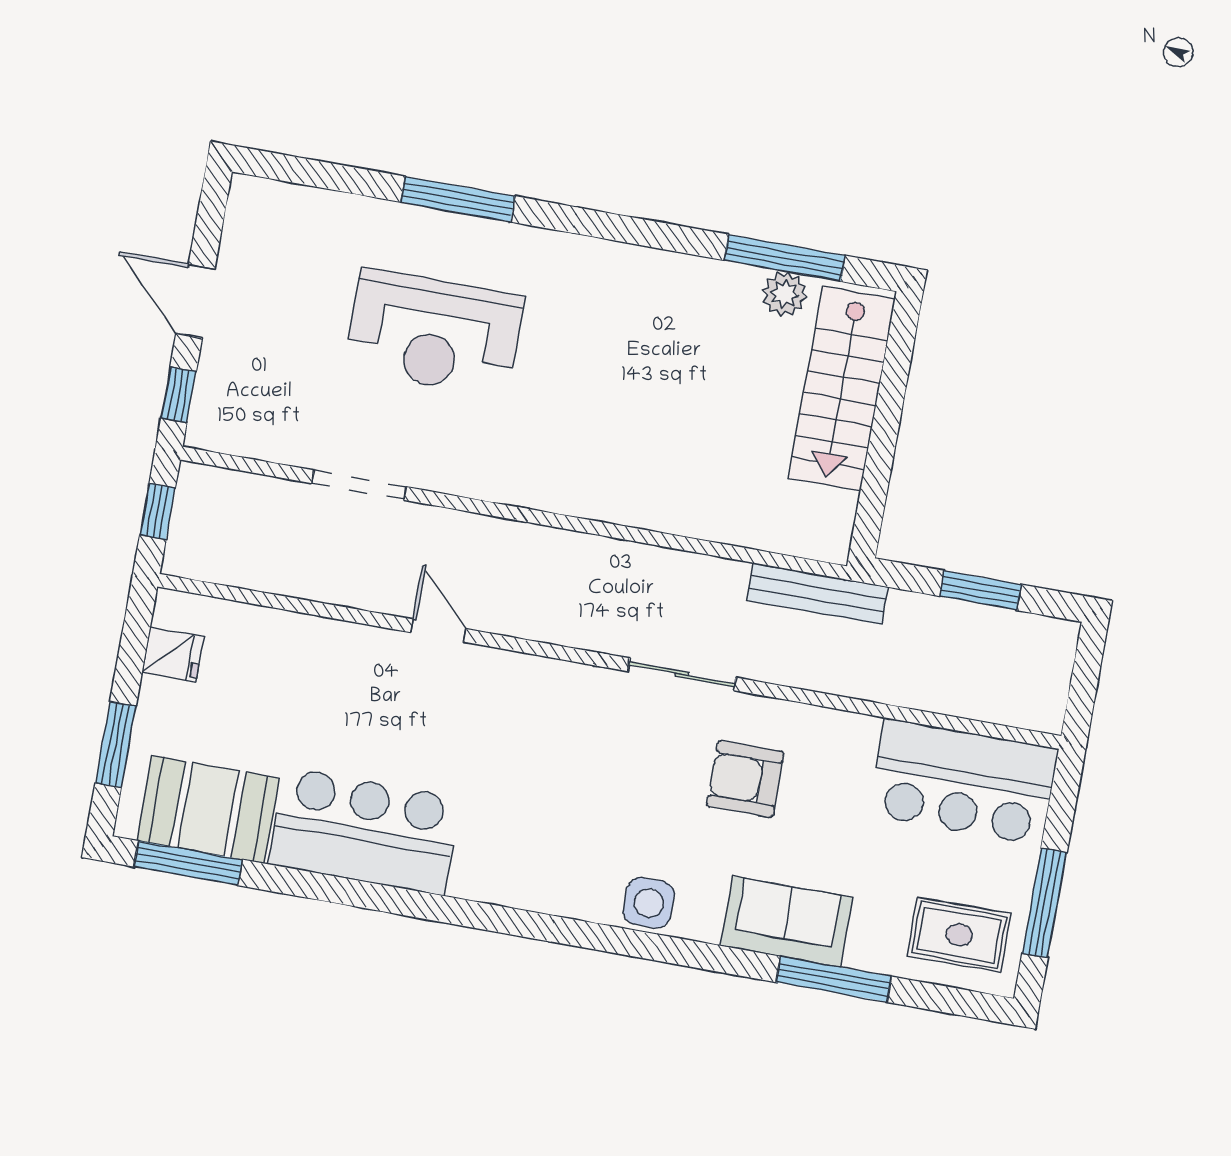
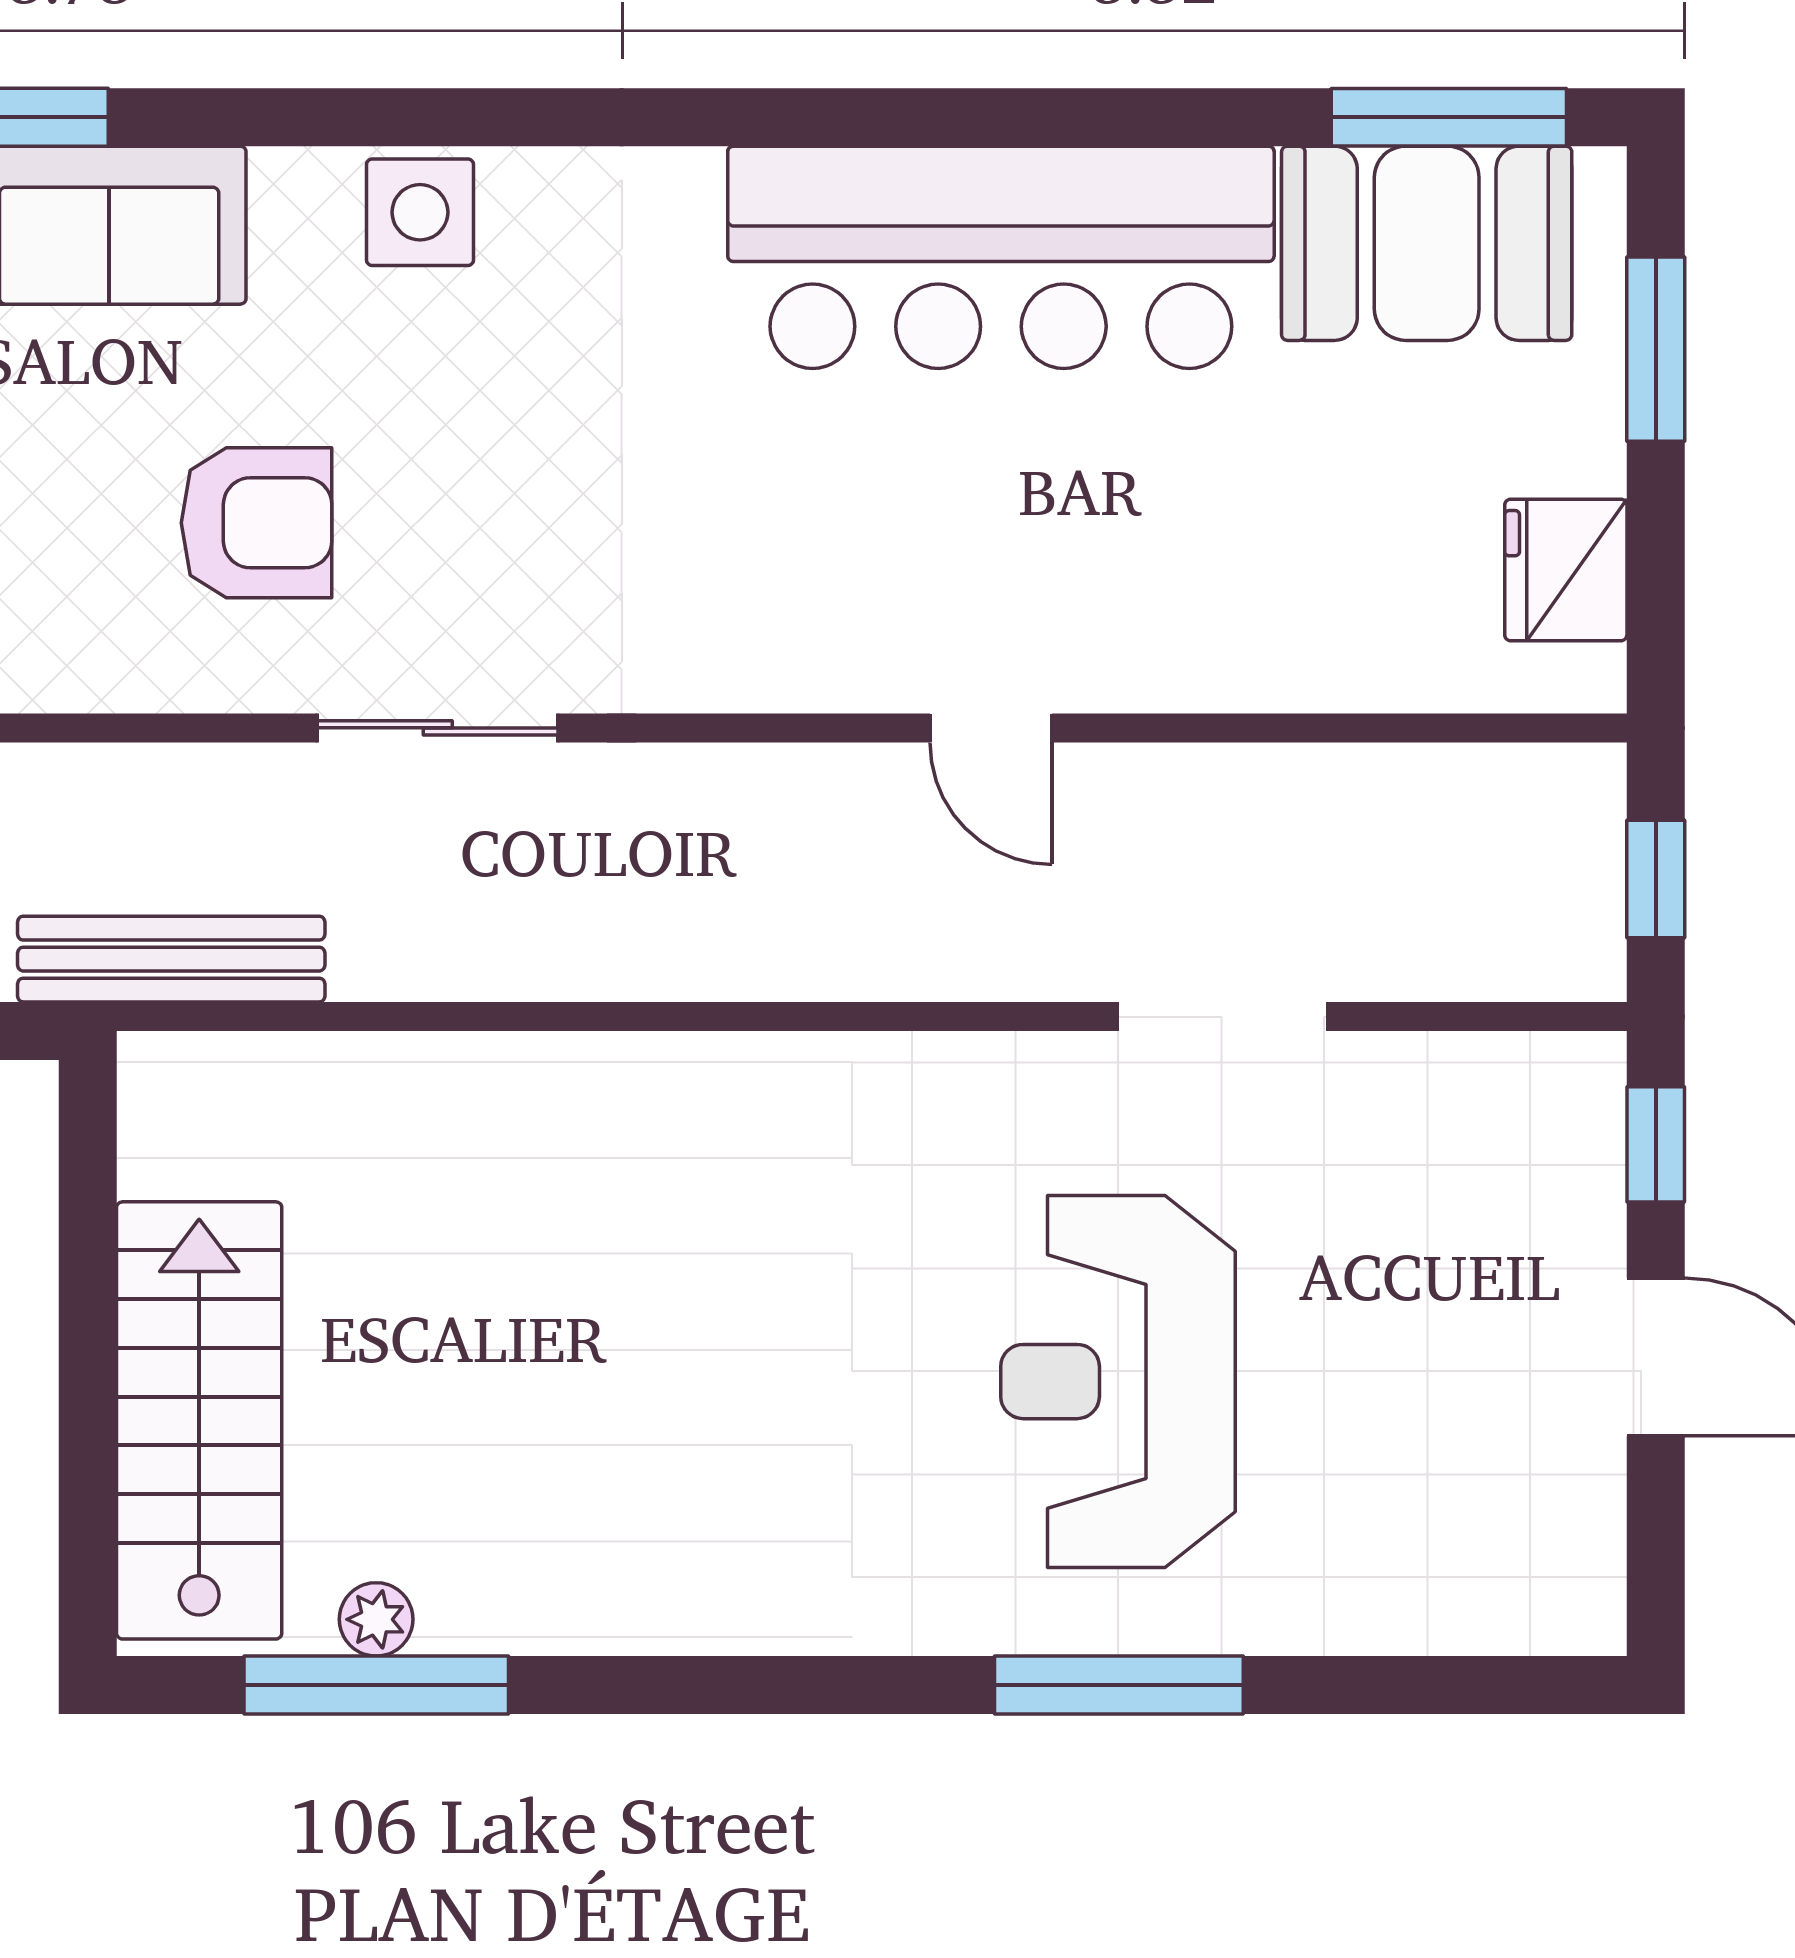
plant: (784, 294) -> (376, 1619), width x0.73, depth x0.73
reception desk: (434, 333) -> (1118, 1382), turned -90
fridge: (173, 655) -> (1566, 570), width x1.38
bar counter: (364, 831) -> (1001, 257), width x1.36

